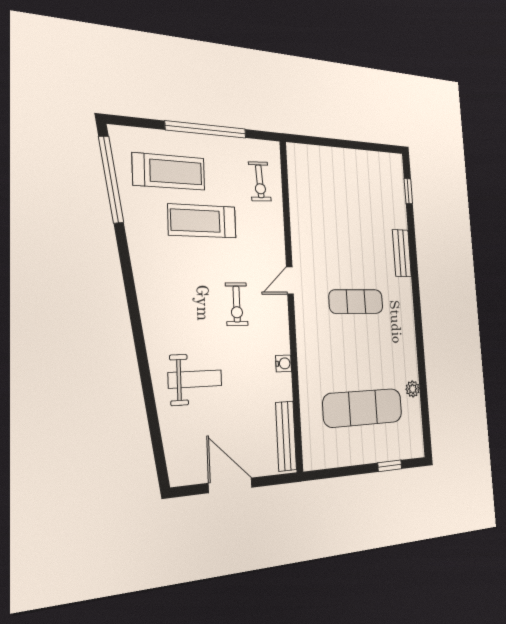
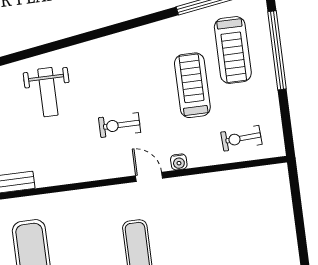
window: (206, 129) -> (277, 50), moved
water cooler: (283, 363) -> (179, 162), moved

